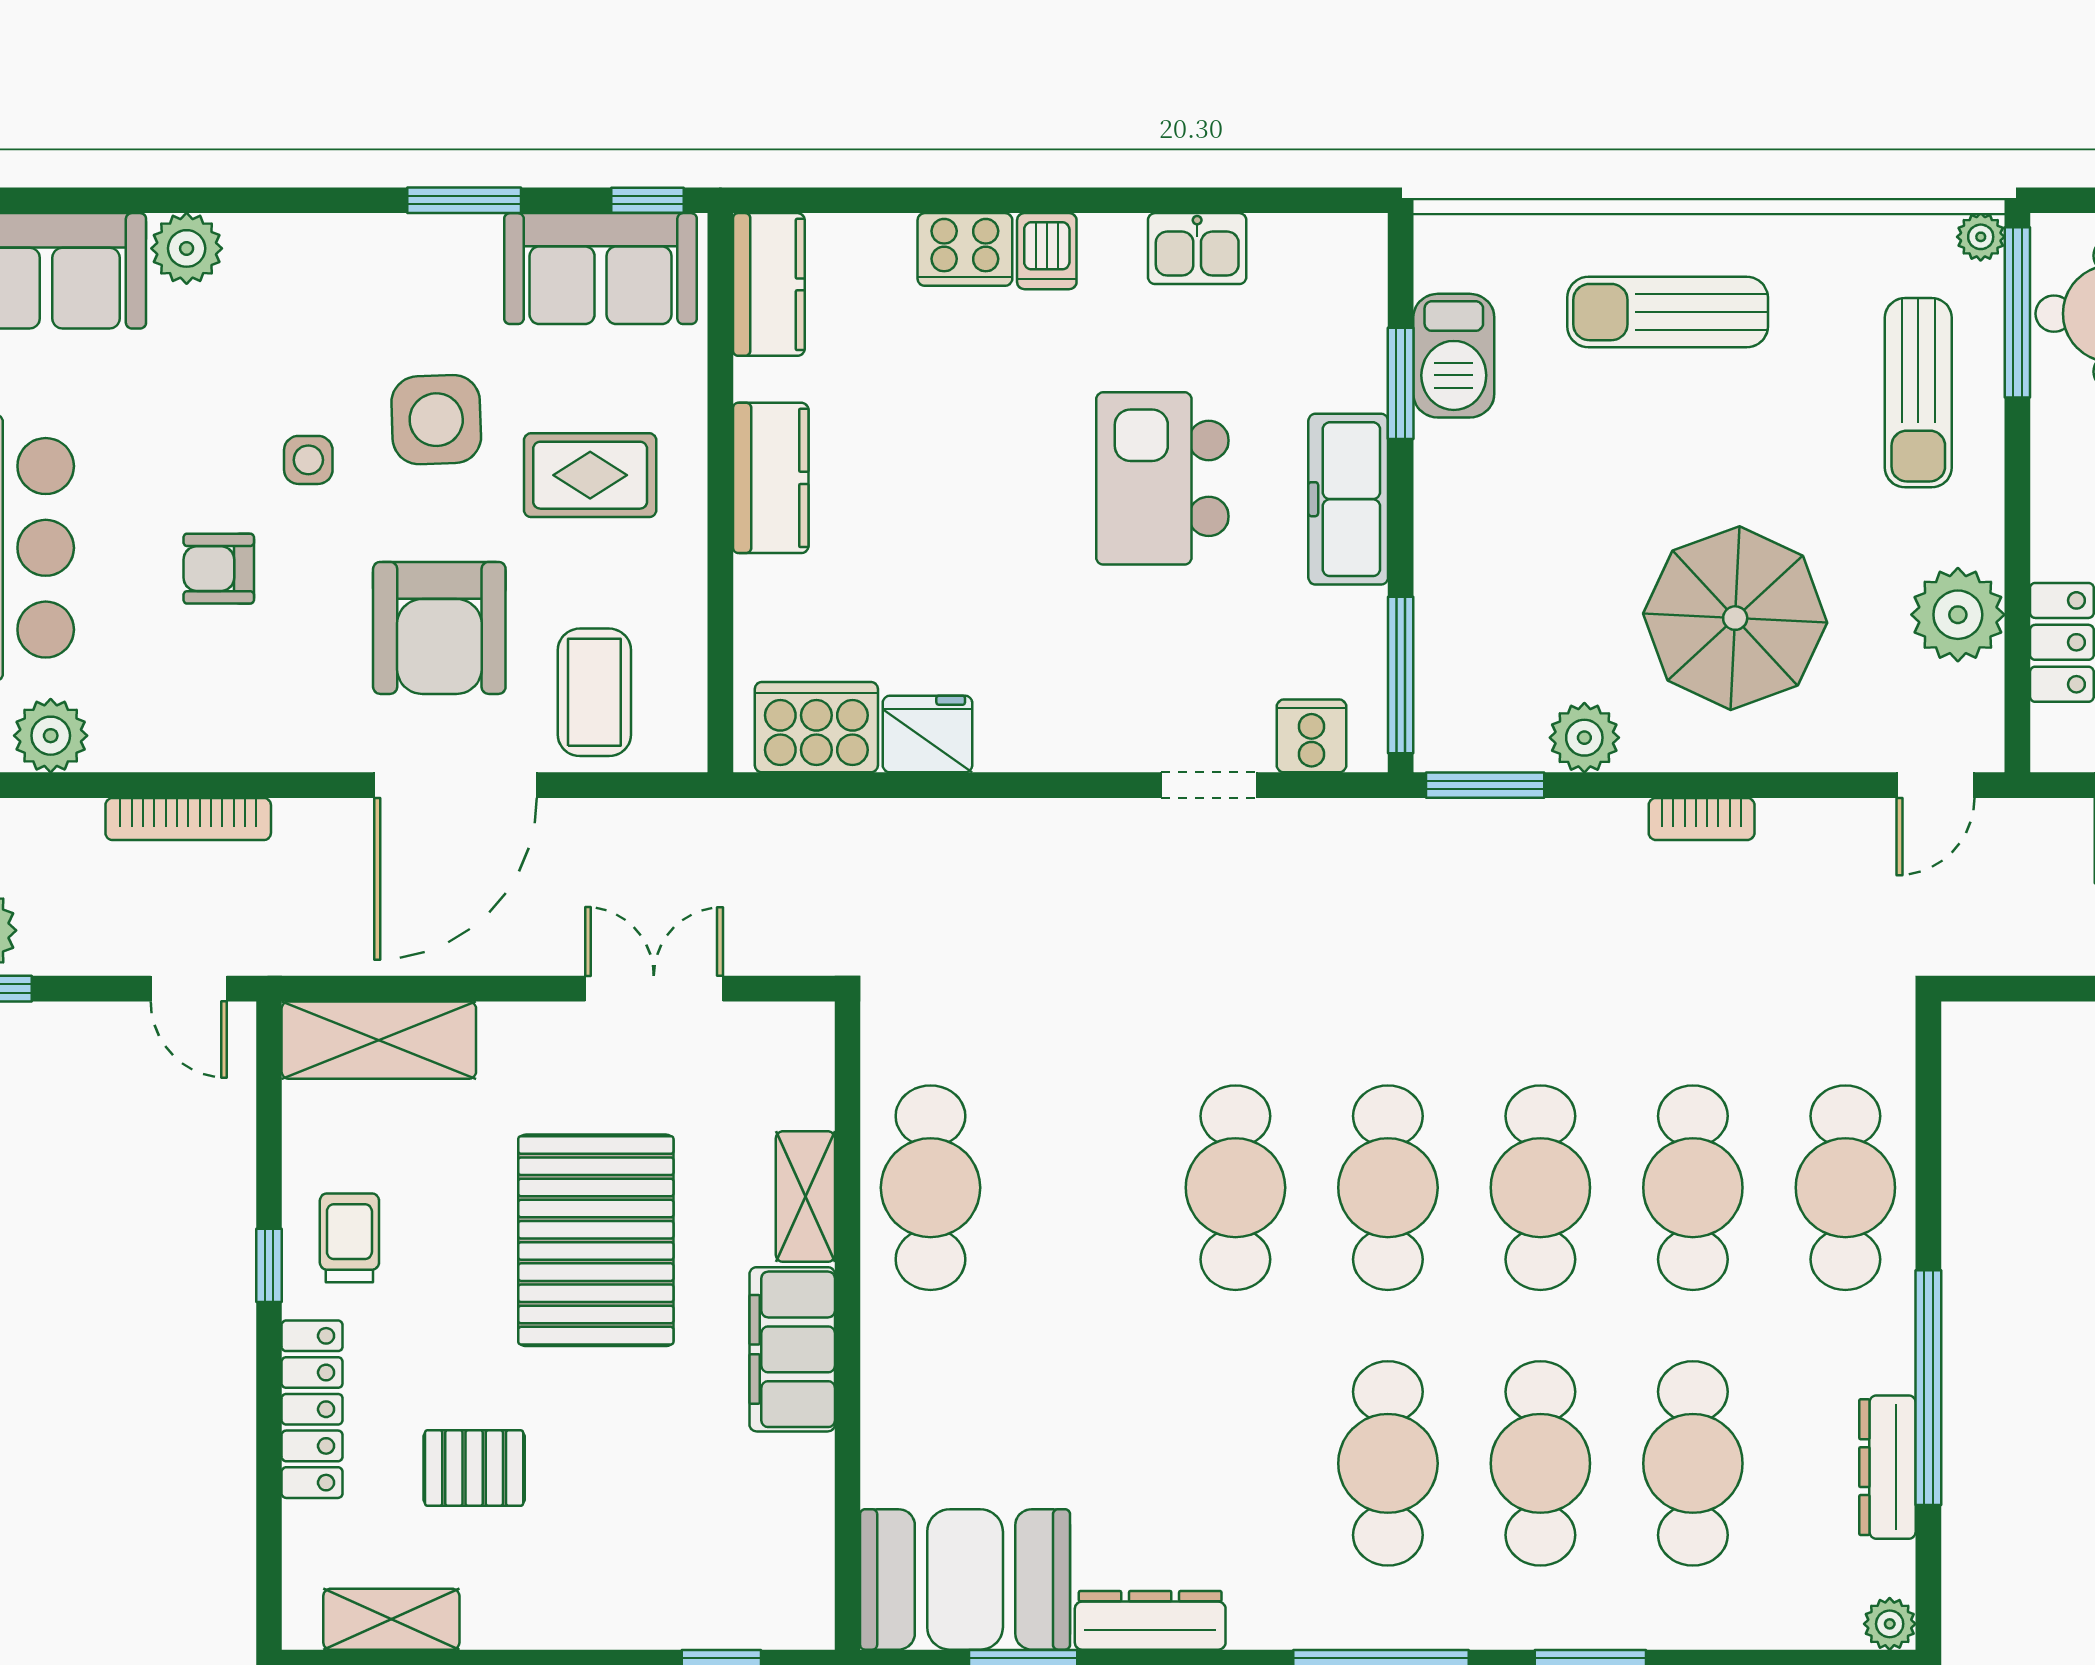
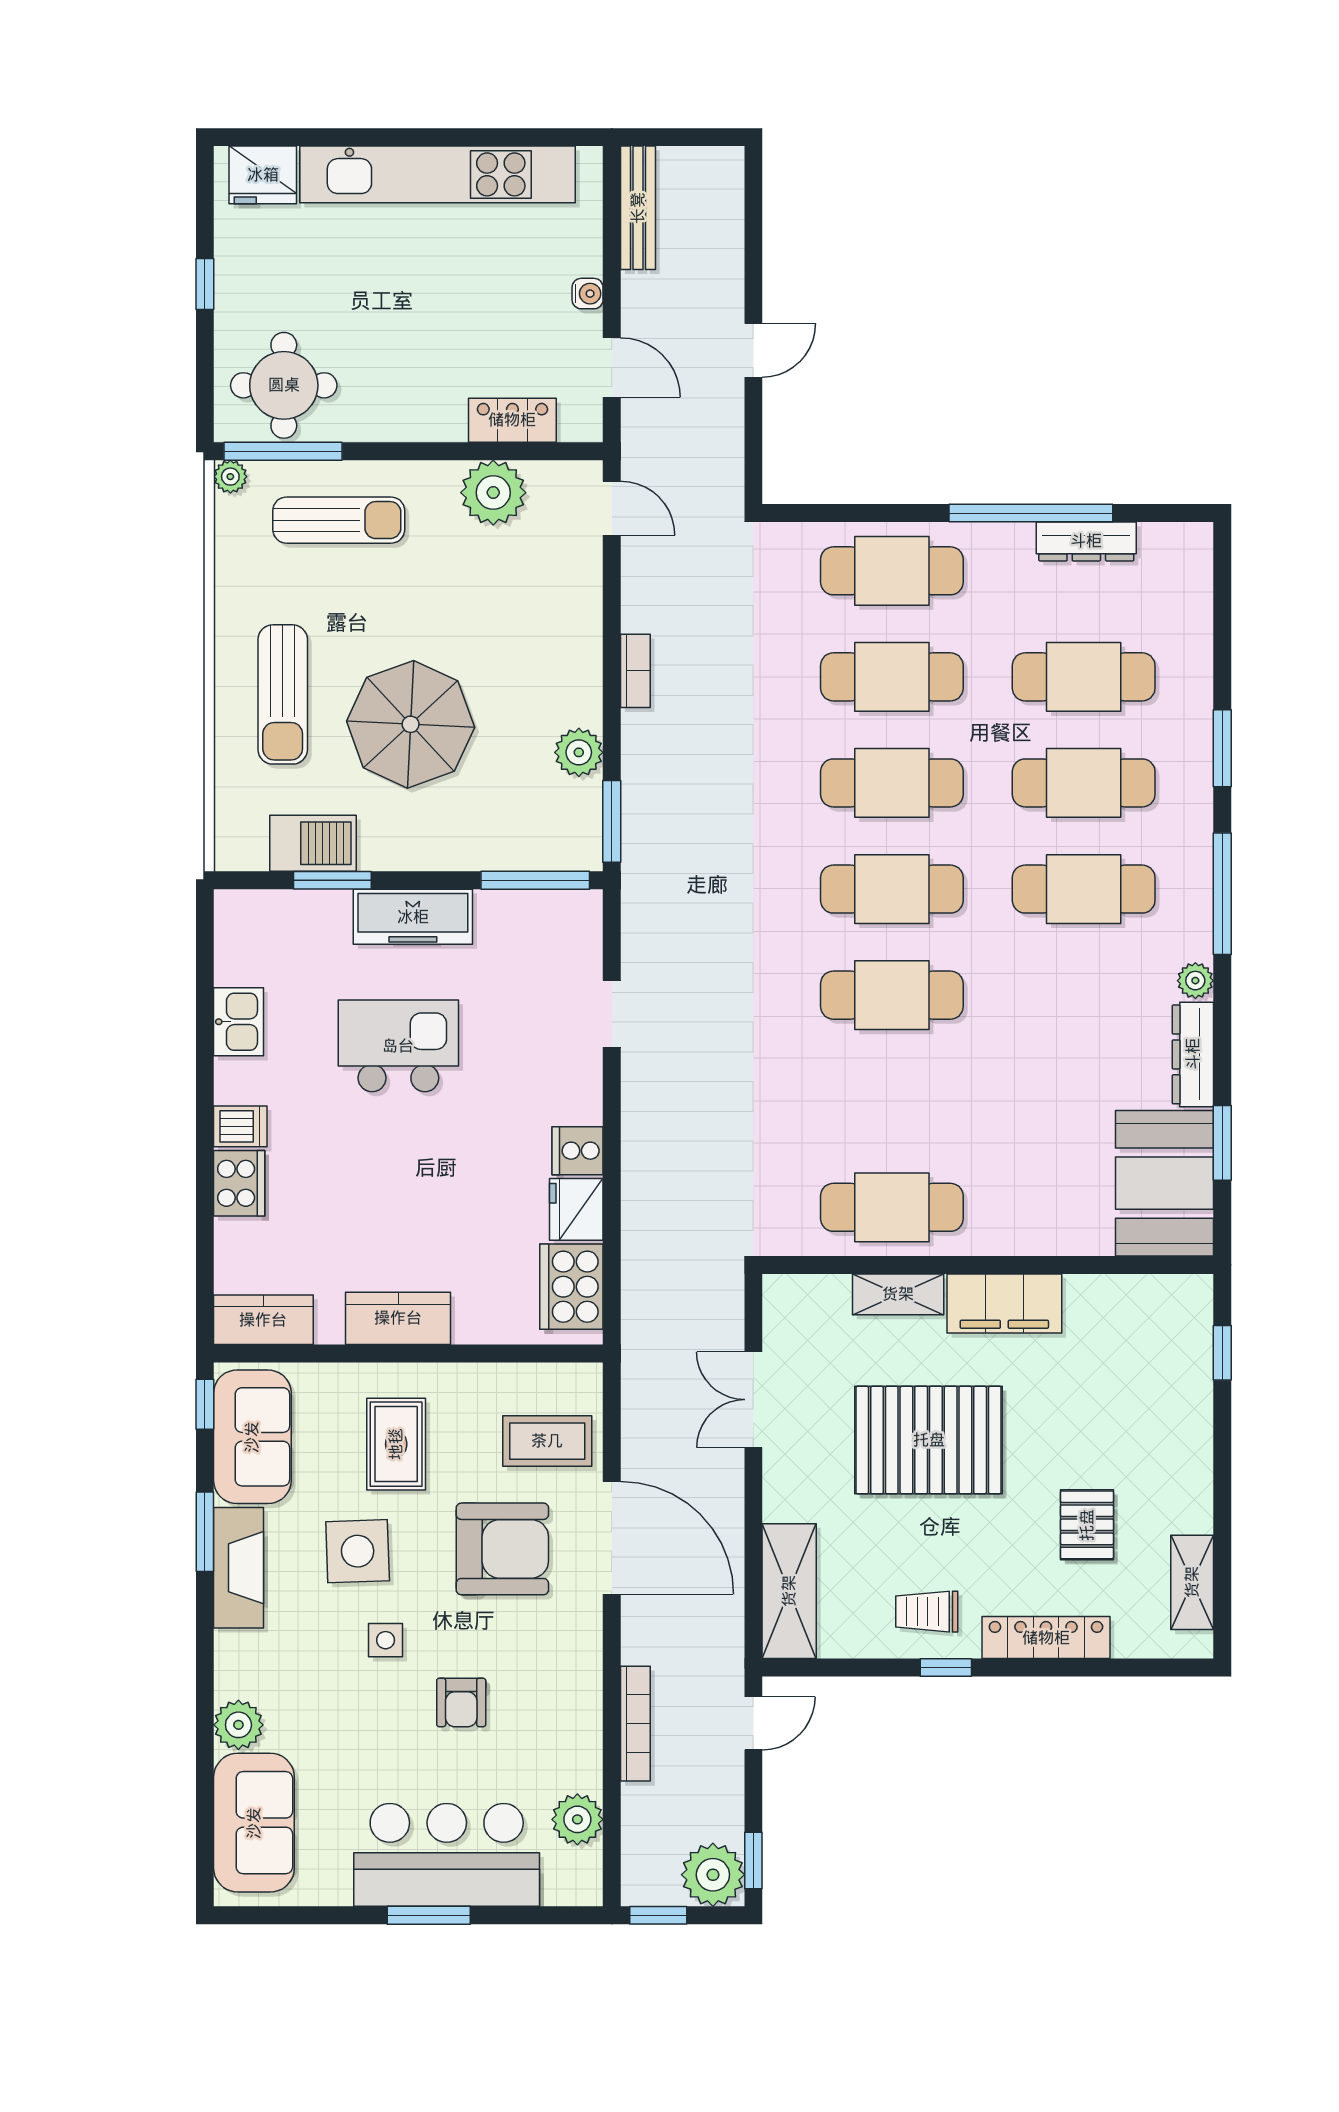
fireplace: (412, 249) -> (239, 1568), added
kitchen island: (1162, 478) -> (398, 1046), turned 180
parasol: (1735, 618) -> (411, 724), moved
cooker: (1311, 736) -> (578, 1151), moved
plant: (1890, 1624) -> (1195, 981), moved

